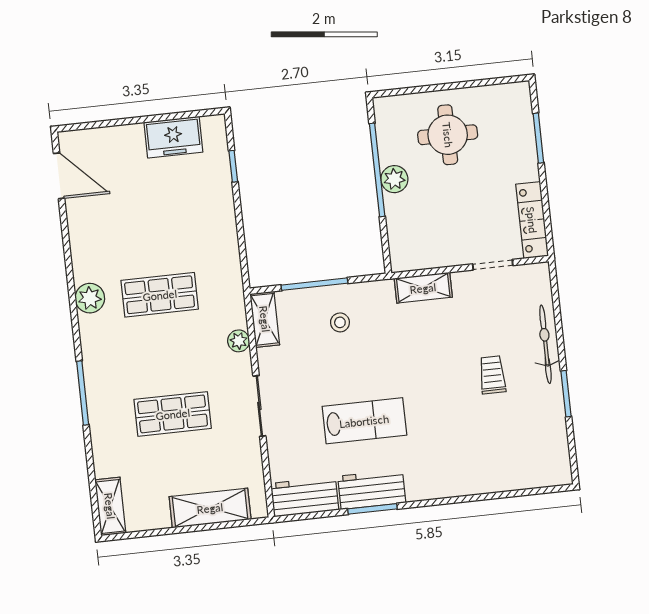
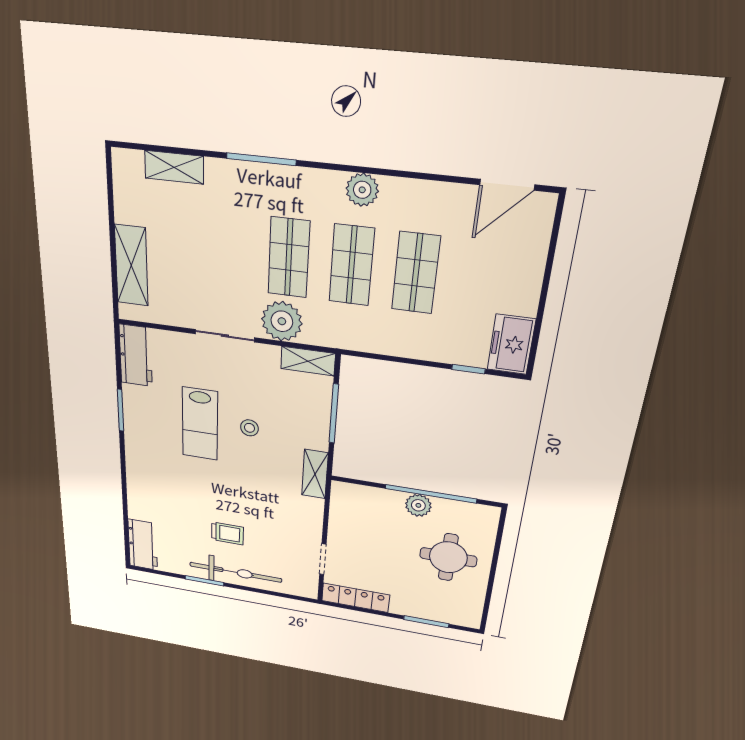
freezer: (173, 137) -> (511, 344), moved
shop shelf: (153, 235) -> (416, 273), added
shelving: (423, 288) -> (315, 474), moved
stool: (340, 322) -> (249, 428), moved
plant: (239, 341) -> (282, 321), width x1.87, depth x1.87
bicycle: (545, 344) -> (236, 572), width x1.37, depth x1.40
shop shelf: (173, 414) -> (289, 258), moved
workbench: (372, 489) -> (143, 545), moved
shelving: (110, 506) -> (174, 167), moved

